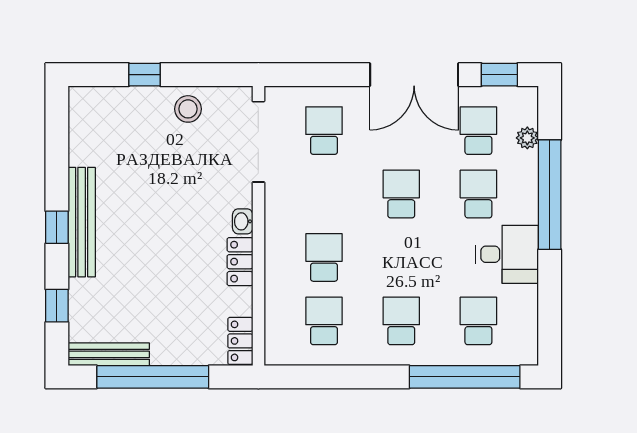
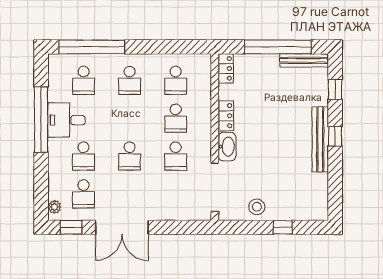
double door: (414, 75) -> (122, 227), swing flipped
school desk: (324, 131) -> (176, 156), moved
plant: (527, 138) -> (54, 207), moved
window: (550, 195) -> (41, 120), moved
washbasin: (243, 221) -> (227, 147), width x1.91, depth x1.45

